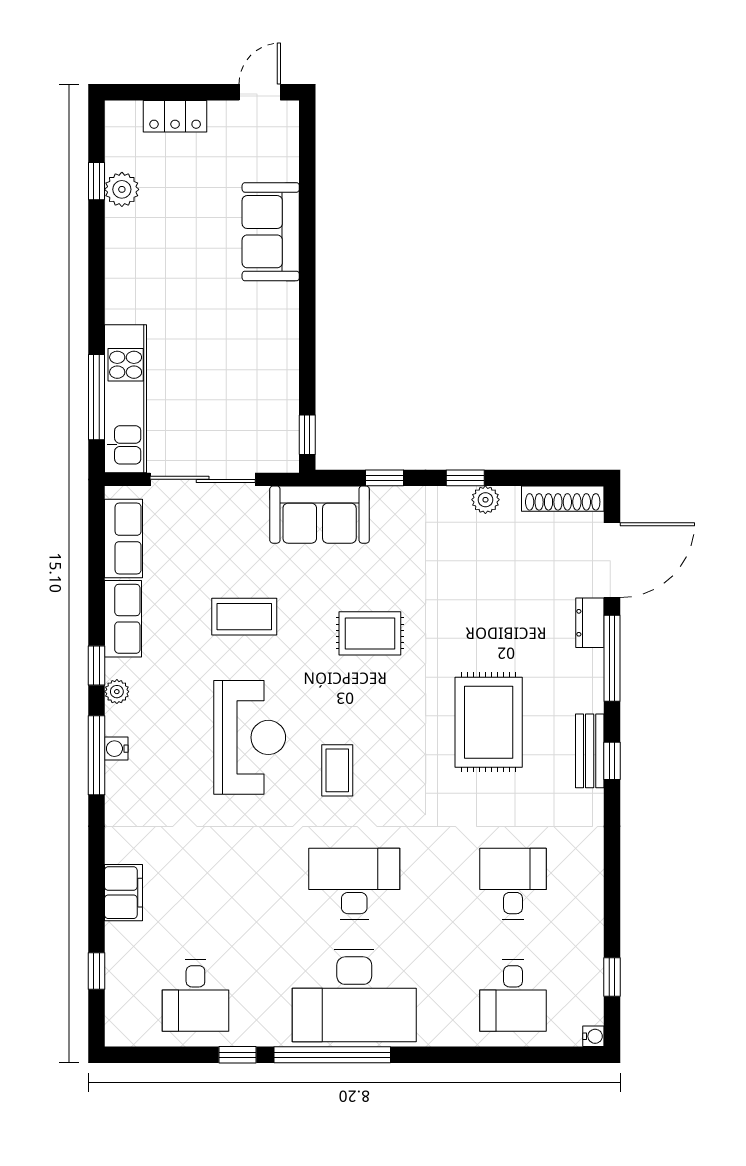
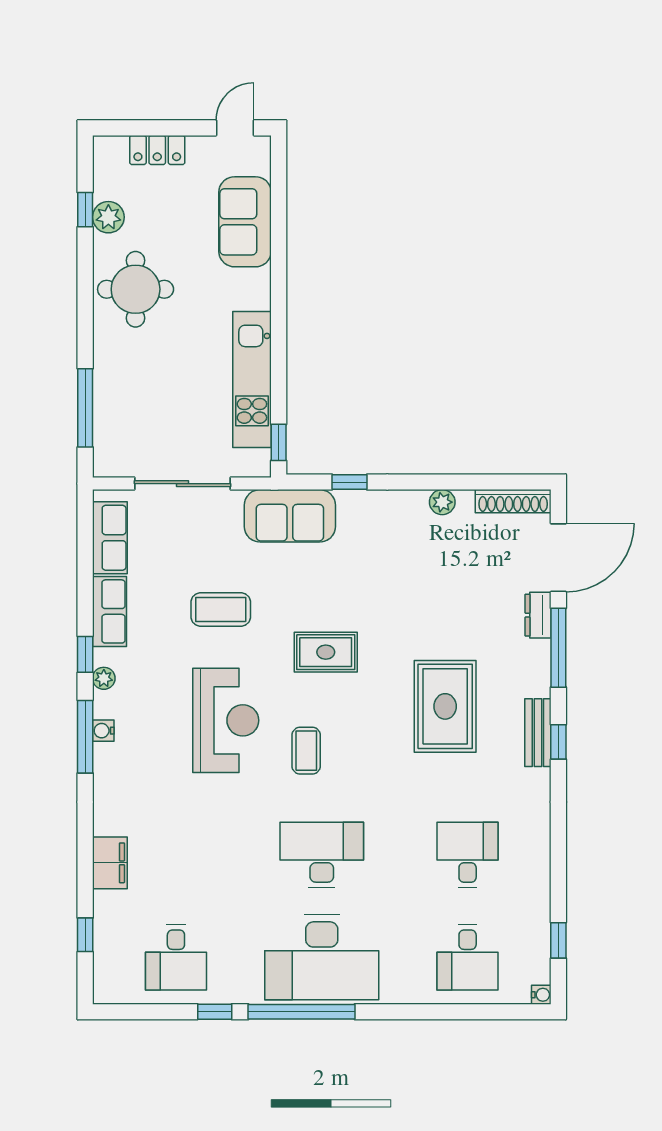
sofa: (271, 232) -> (245, 222), moved
round table: (151, 268) -> (136, 289), added
kitchen unit: (126, 399) -> (252, 379), moved, turned 180
window: (465, 478) -> (424, 482), removed
rug: (370, 633) -> (326, 652), moved

